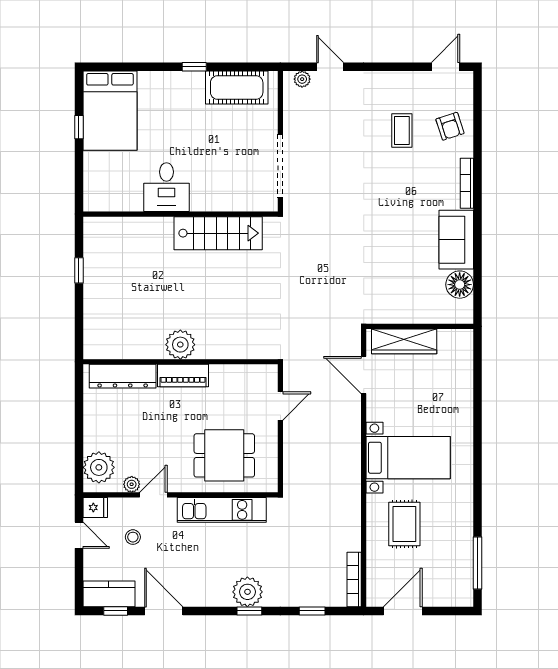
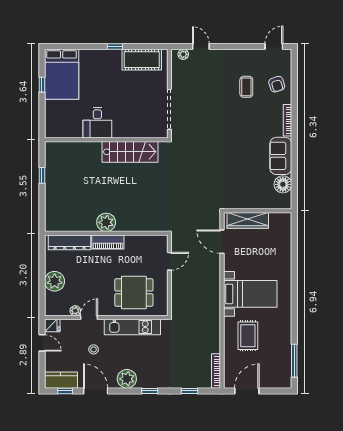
plant: (99, 467) -> (55, 281), moved
stool: (133, 537) -> (94, 349), moved
plant: (247, 592) -> (127, 379), moved

